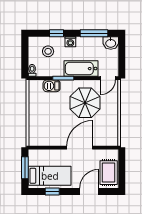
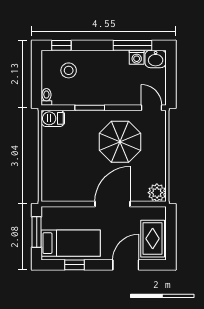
window: (56, 33) -> (61, 45), moved
washing machine: (70, 42) -> (137, 57), moved
bathtub: (81, 69) -> (114, 94), removed
door: (108, 78) -> (151, 108), swing flipped
barbecue: (52, 86) -> (53, 118), moved
plant: (112, 139) -> (157, 193), added

